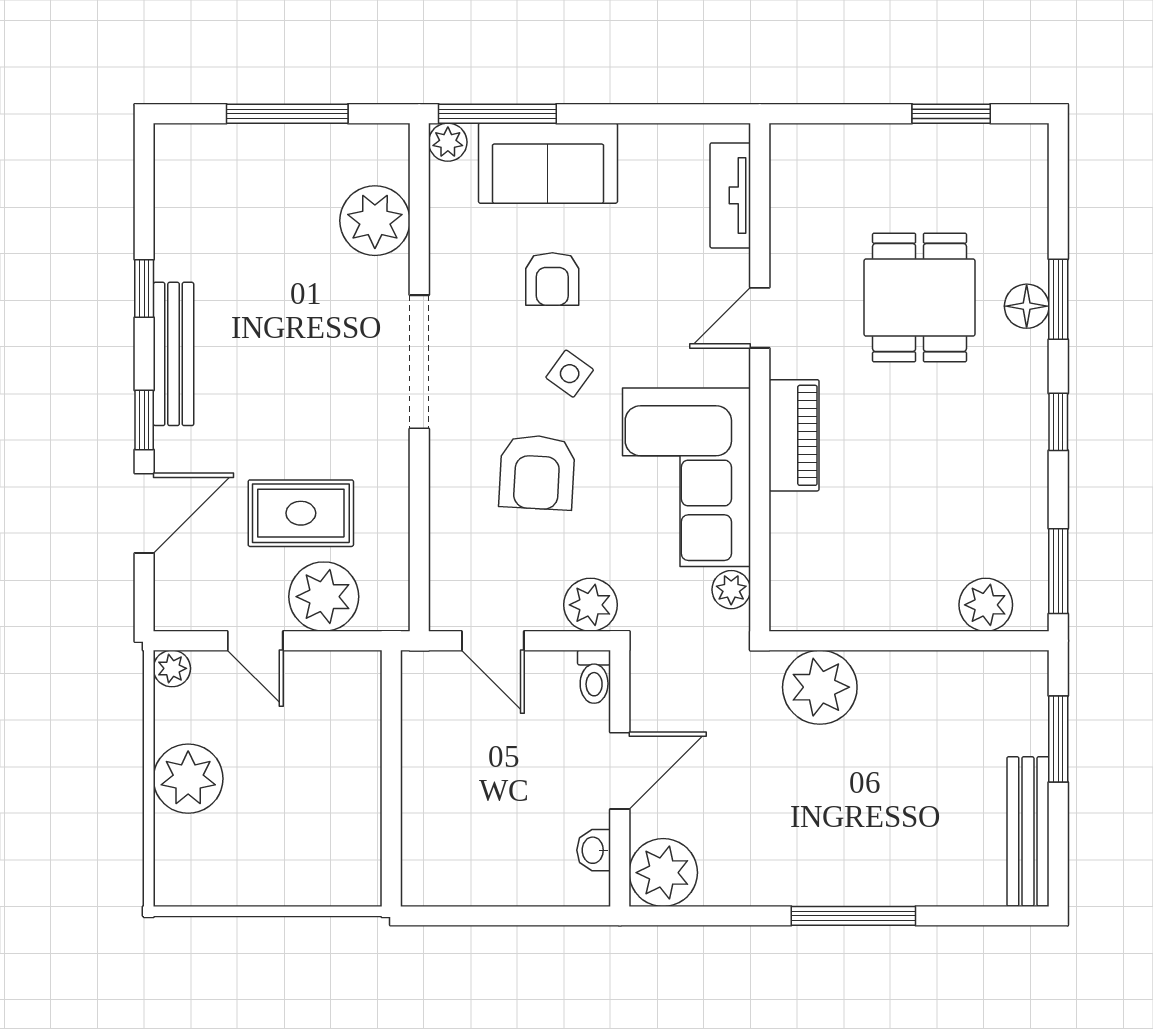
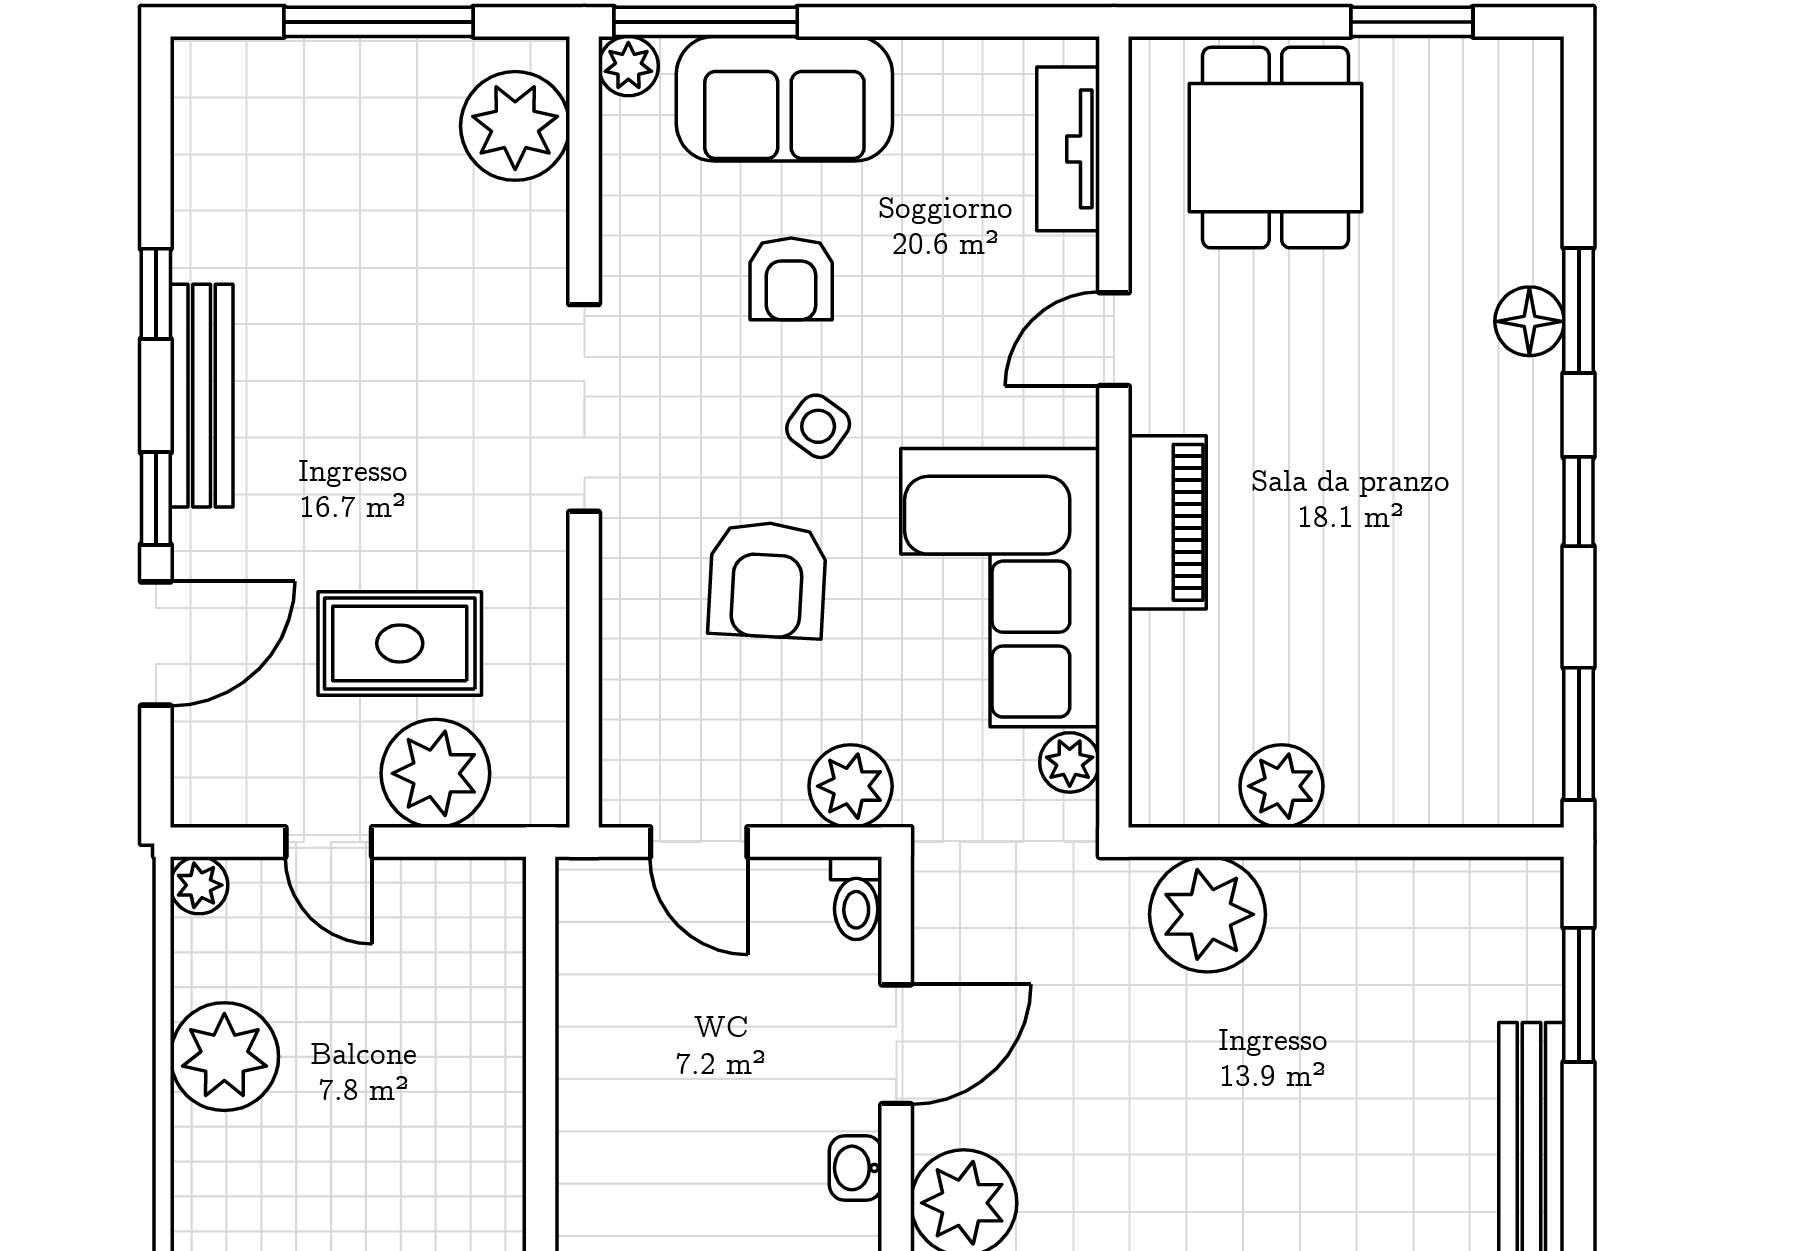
plant: (375, 221) -> (515, 126), moved
dining table: (920, 298) -> (1275, 148), moved
plant: (986, 605) -> (1282, 786), moved

